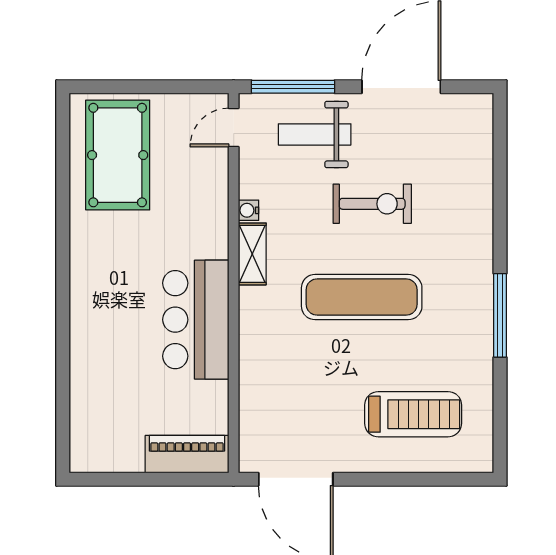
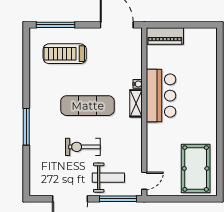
water cooler: (249, 210) -> (138, 84), moved
shelving: (252, 254) -> (136, 103), moved
window: (500, 315) -> (26, 127), moved
window: (434, 479) -> (55, 25), added

